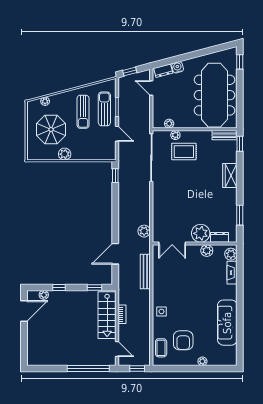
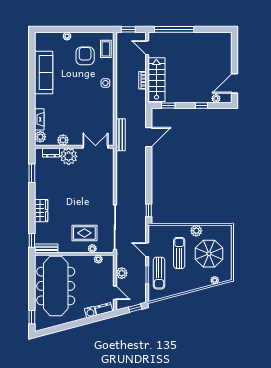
sun lounger: (83, 112) -> (179, 253), moved
plant: (144, 231) -> (122, 273), moved
bench: (145, 272) -> (121, 135), moved

